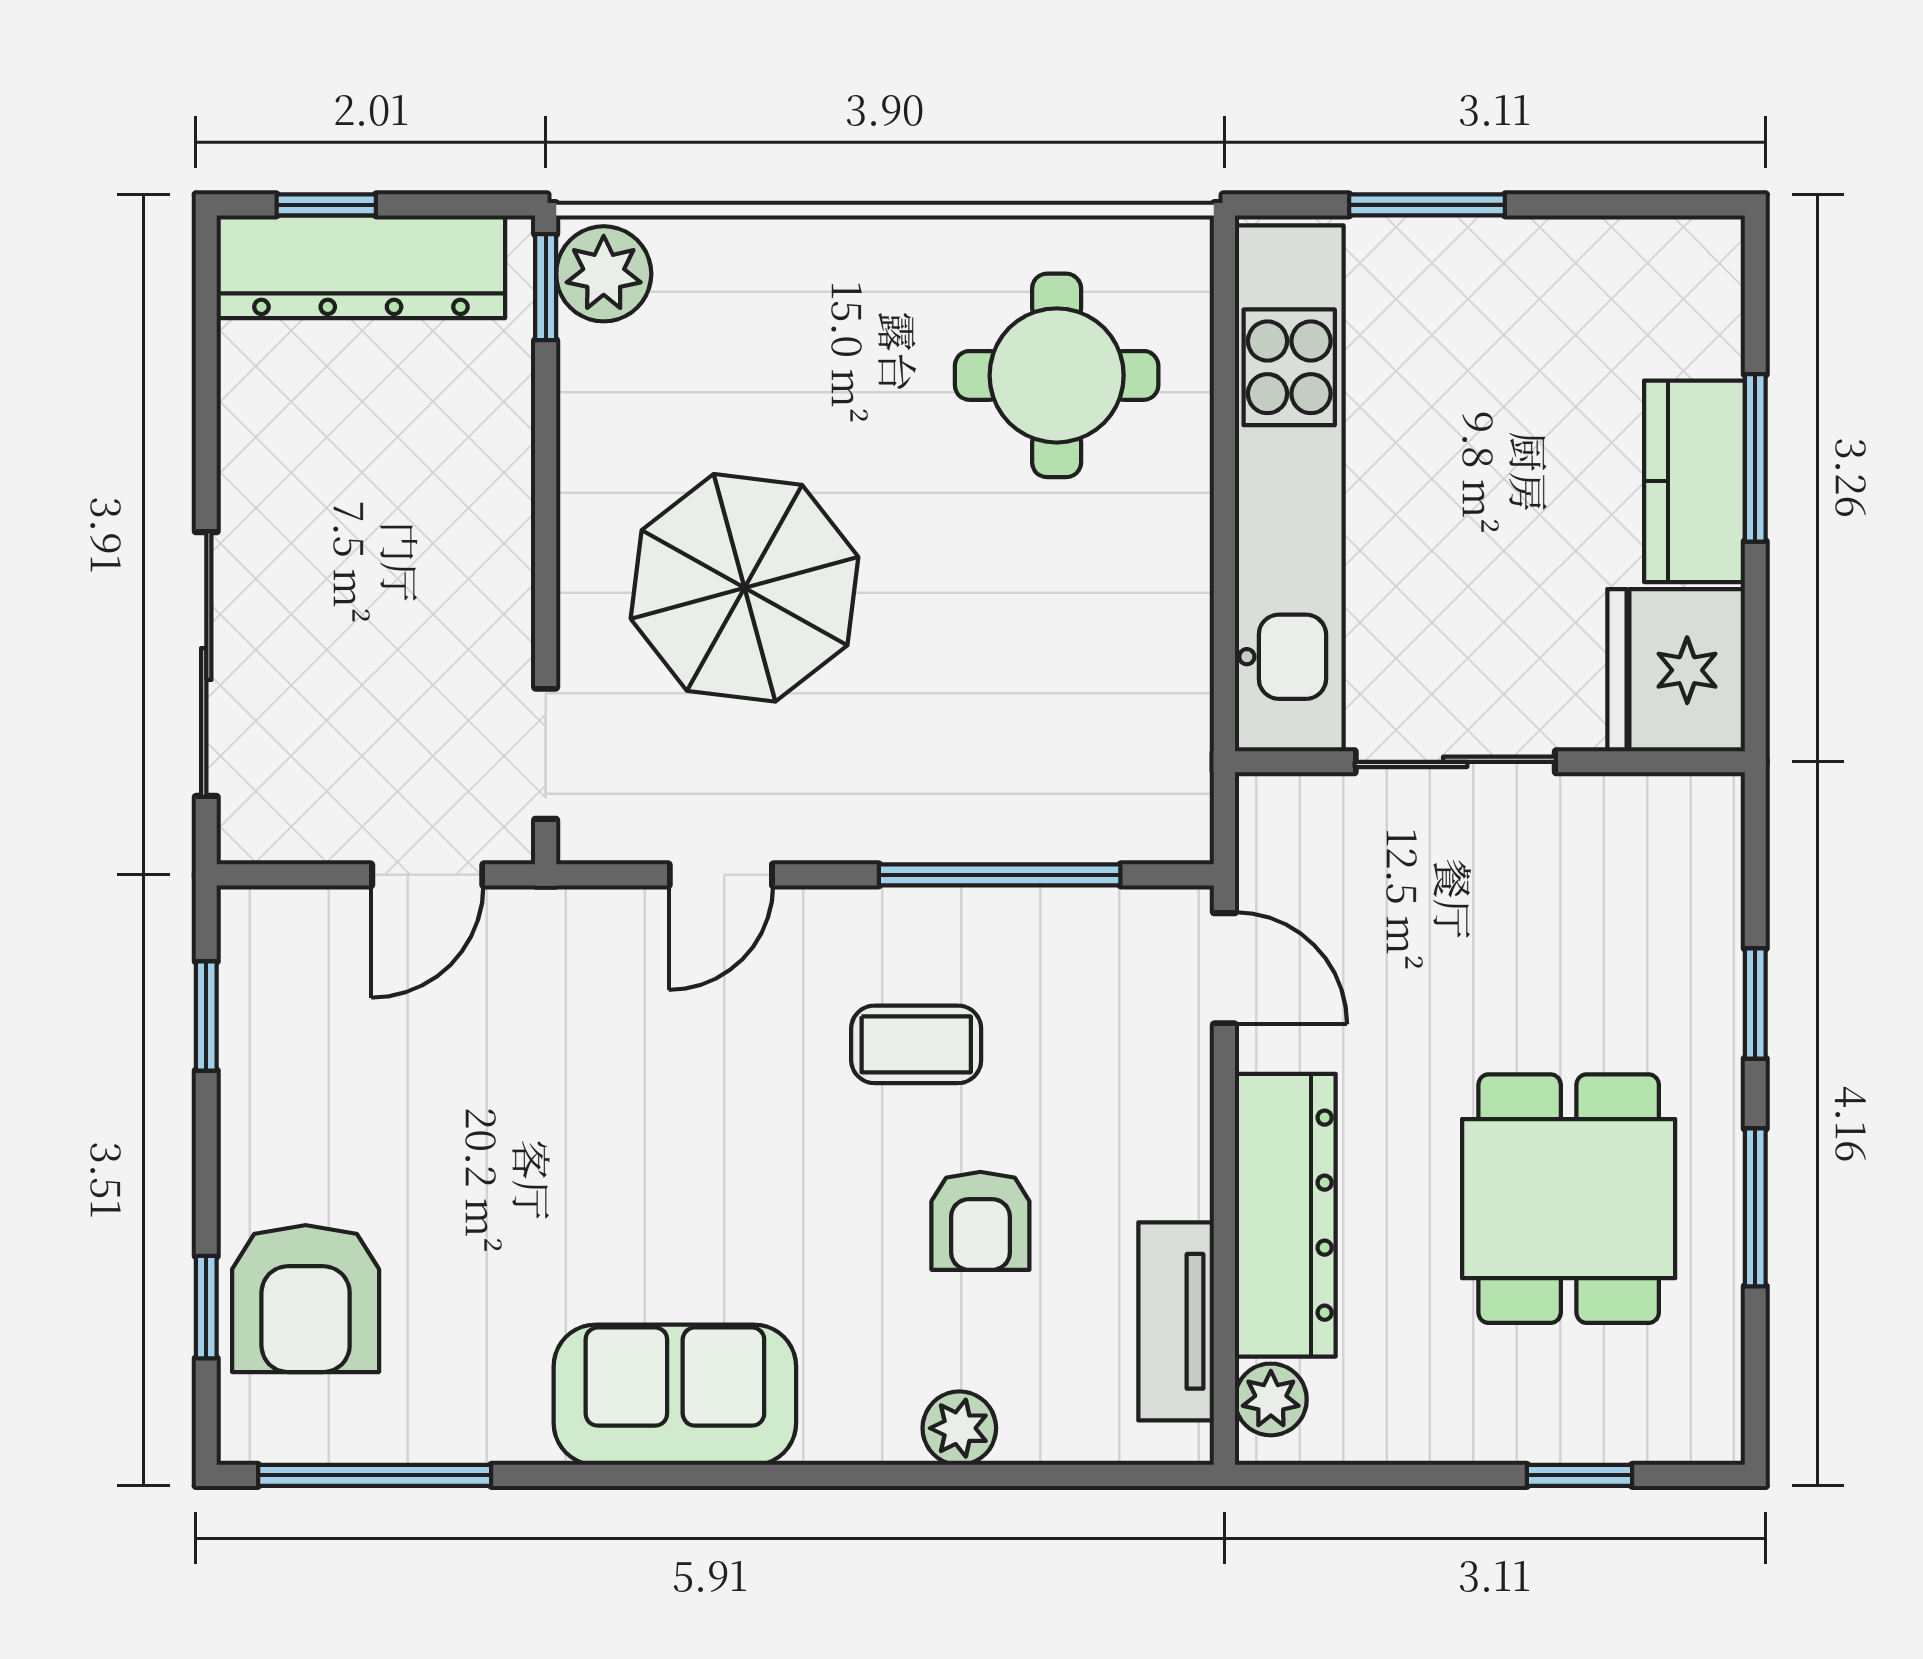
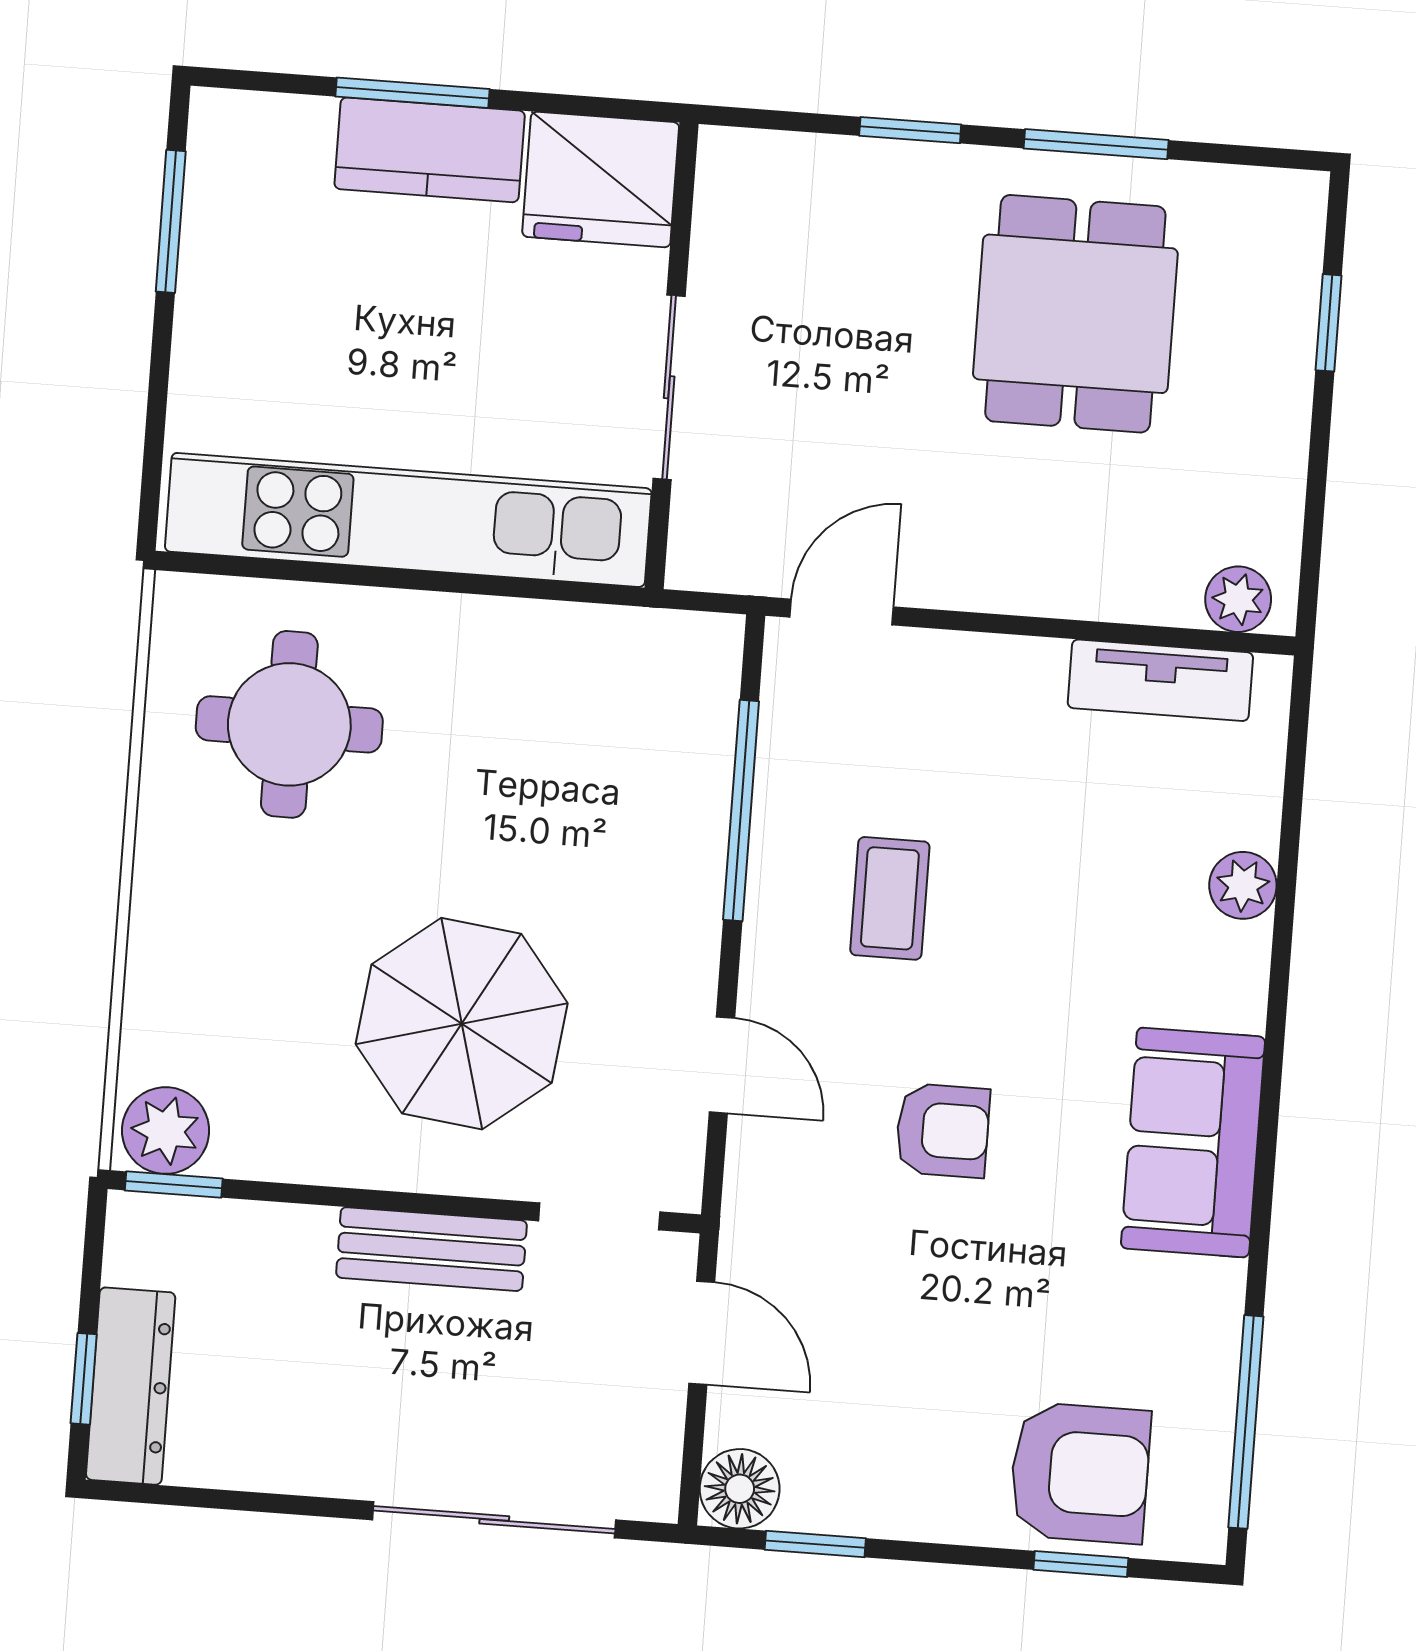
window: (1427, 205) -> (171, 221), moved
dresser: (361, 267) -> (131, 1386), width x0.73, depth x0.80
bench: (496, 573) -> (432, 1249), added
floor lamp: (260, 929) -> (740, 1489), added
dining table: (1569, 1199) -> (1075, 314), turned 90
dresser: (1285, 1215) -> (1071, 573), removed
armchair: (980, 1221) -> (943, 1131), moved

